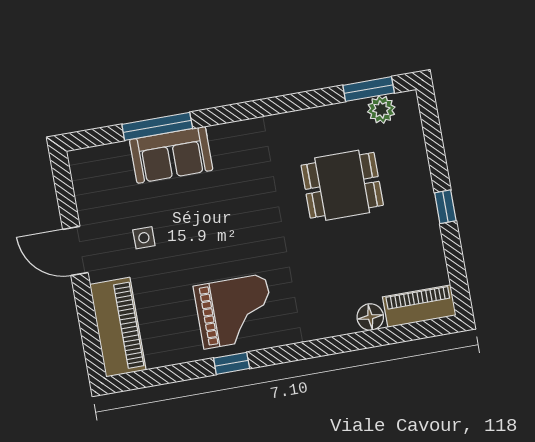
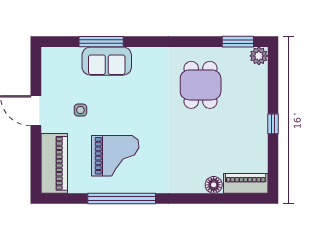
plant: (381, 110) -> (259, 56), moved
dining table: (342, 185) -> (201, 85), moved, turned 90
grand piano: (235, 311) -> (115, 156), moved
window: (232, 363) -> (122, 199), width x3.17

